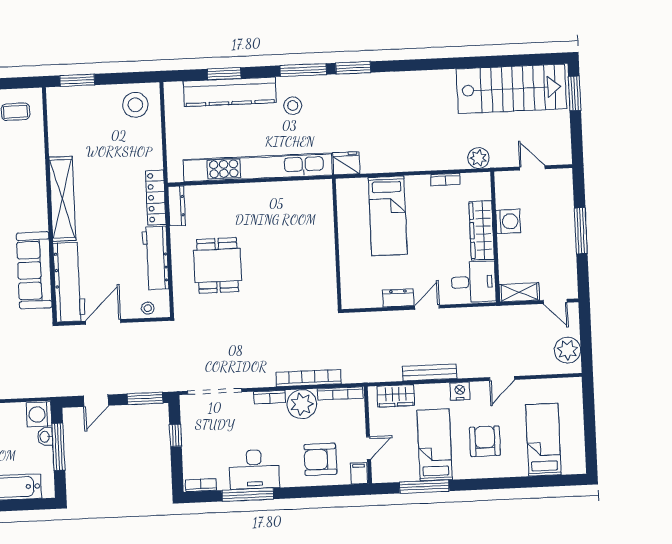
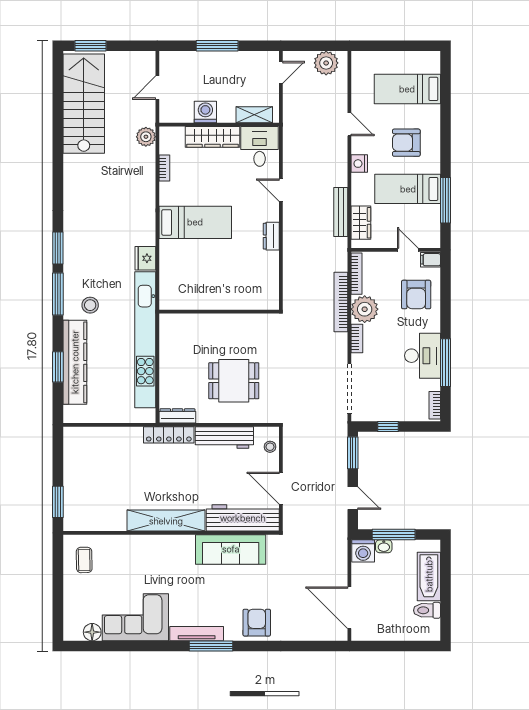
stool: (135, 105) -> (83, 450), removed
wall: (337, 244) -> (219, 312), moved
shelving: (519, 292) -> (254, 115), moved, turned 90
dresser: (398, 298) -> (271, 236), moved
bench: (430, 372) -> (341, 212), moved

